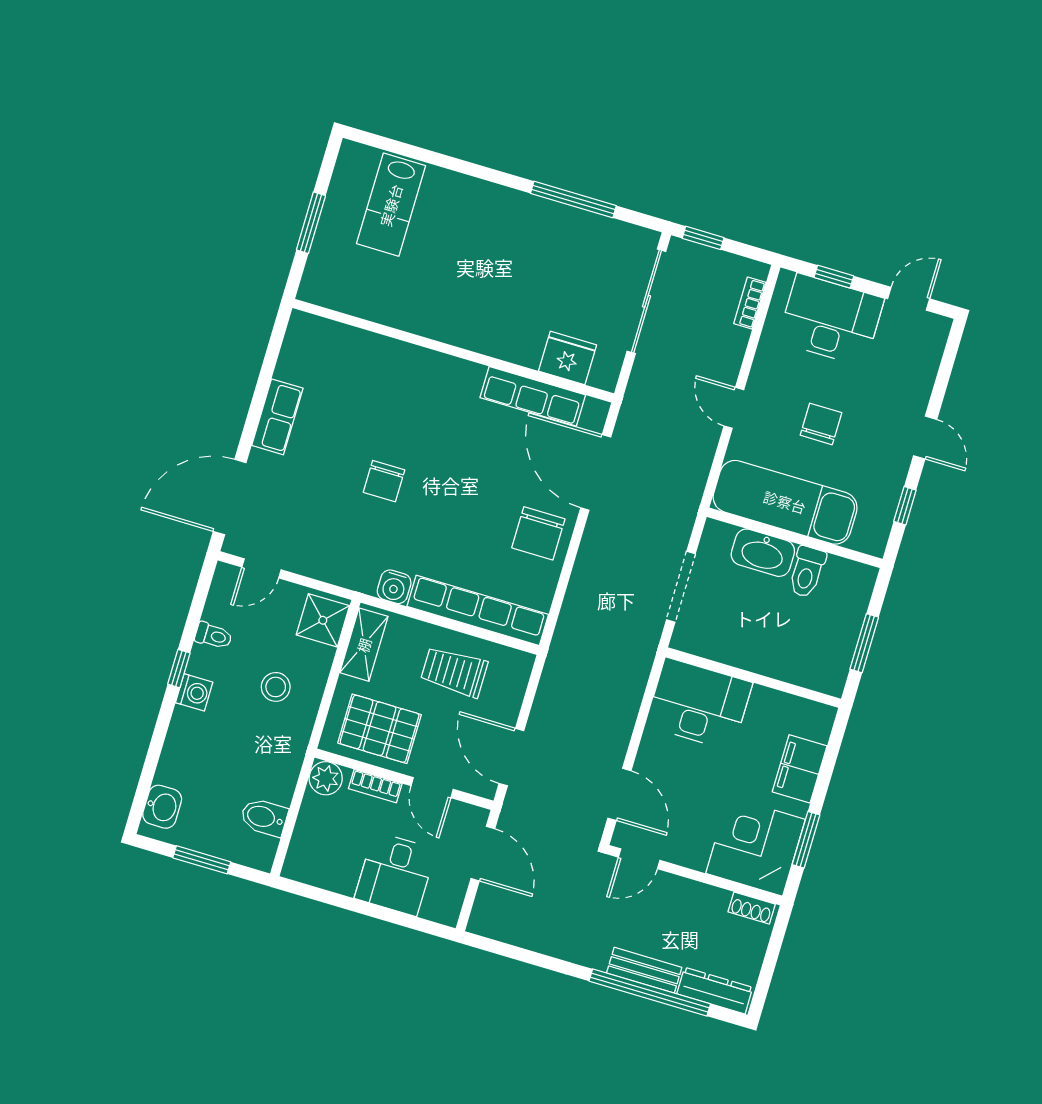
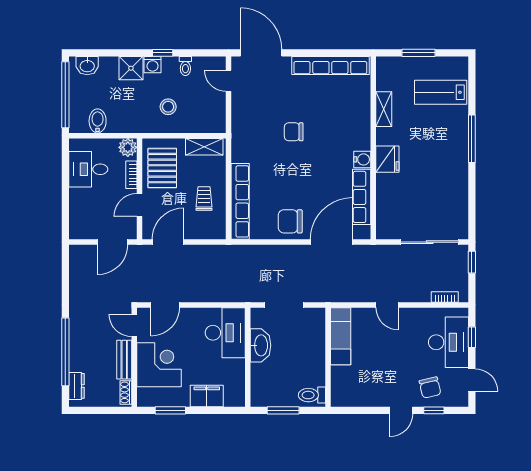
window: (573, 200) -> (472, 139), moved
shelving: (391, 312) -> (384, 109), added
fridge: (568, 358) -> (387, 159), moved
door: (734, 408) -> (387, 305), swing flipped
row of seats: (277, 417) -> (330, 65), width x2.02
chair: (821, 424) -> (430, 388), moved, turned 77
exam couch: (785, 502) -> (341, 336), width x0.73, depth x0.69
window: (905, 506) -> (434, 410), moved
washbasin: (763, 553) -> (260, 345), moved, turned 180
toilet: (807, 572) -> (312, 395), moved
water cooler: (394, 587) -> (362, 159), moved, turned 180
shower: (323, 620) -> (131, 68), moved
trolley: (454, 672) -> (204, 199), width x0.73, depth x0.72
corner desk: (755, 846) -> (159, 365), moved
window: (202, 860) -> (65, 95), width x2.11
desk: (395, 874) -> (88, 169), moved
bench: (644, 970) -> (124, 360), moved
dresser: (715, 991) -> (77, 386), width x0.70

